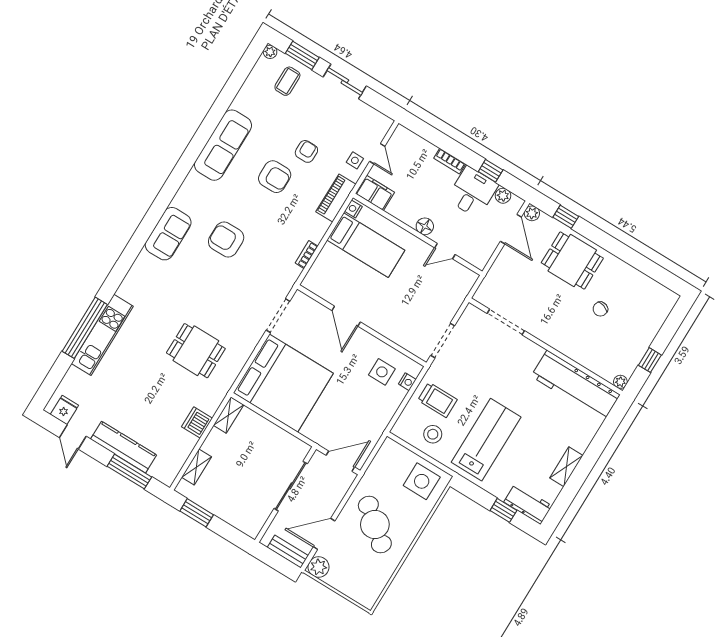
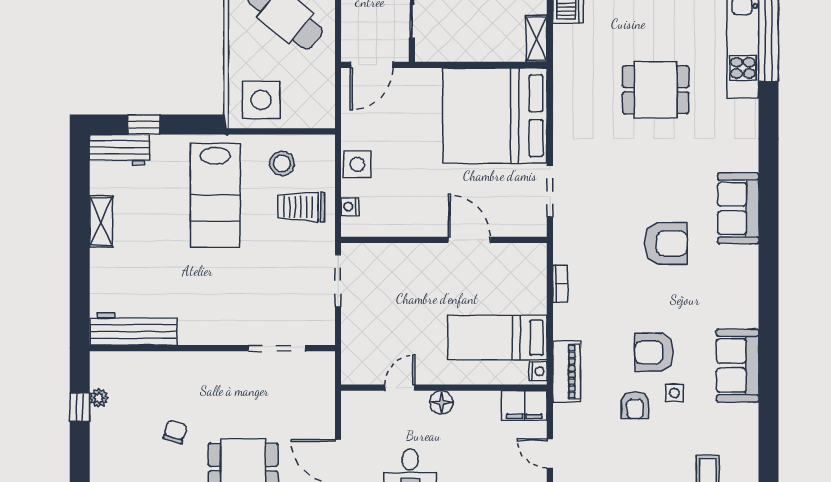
sofa: (223, 145) -> (738, 366), width x0.73
side table: (355, 160) -> (674, 393), moved
dining table: (196, 351) -> (656, 90), moved
side table: (382, 372) -> (357, 164), moved
plant: (620, 382) -> (99, 398), moved
workbench: (575, 385) -> (133, 329), width x0.73, depth x0.76

